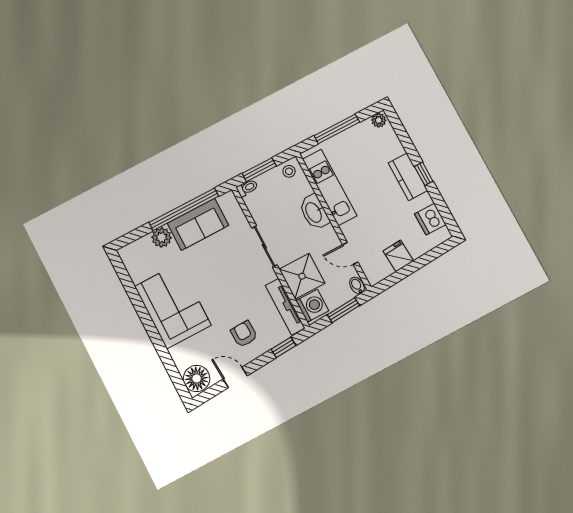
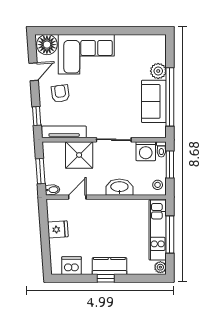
kitchen unit: (330, 187) -> (158, 230), moved, turned 90
corner sofa: (173, 306) -> (86, 54), moved
washing machine: (312, 306) -> (146, 151), moved
armchair: (244, 334) -> (60, 93), turned -96

